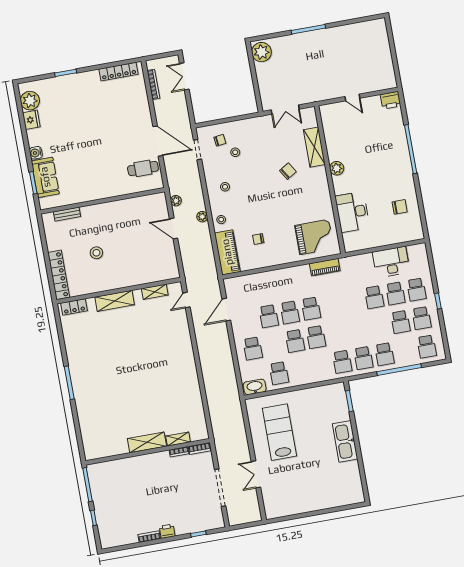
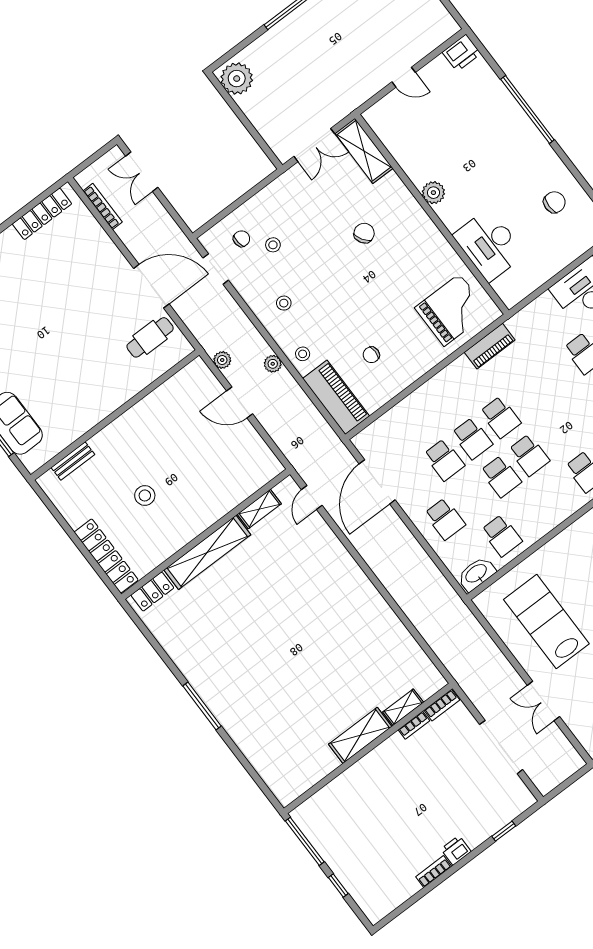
shelving: (314, 147) -> (364, 151), moved
shelving: (115, 301) -> (207, 552), width x1.47
door: (226, 310) -> (377, 482), width x1.36

